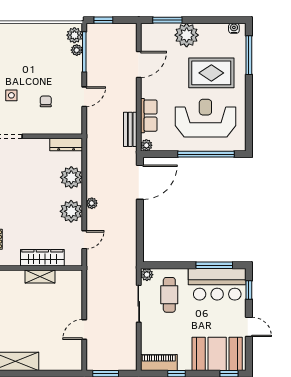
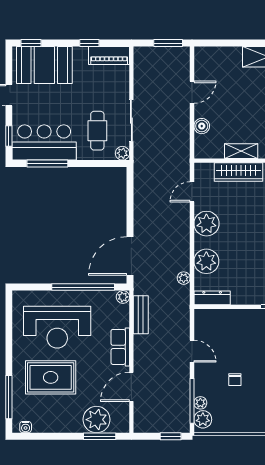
plant: (187, 35) -> (97, 420), moved
door: (84, 97) -> (192, 351), swing flipped
chair: (46, 101) -> (235, 380), moved
row of seats: (149, 116) -> (120, 347), moved
window: (206, 154) -> (83, 287), moved
plant: (92, 203) -> (184, 278), moved
boiler: (75, 299) -> (202, 126), added

